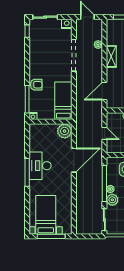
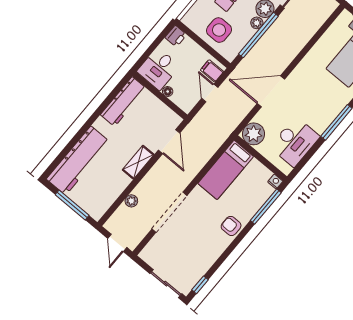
nightstand: (67, 24) -> (148, 255), removed
shelving: (111, 56) -> (138, 162), moved
armchair: (36, 85) -> (231, 226), moved
door: (104, 91) -> (169, 142), hinge flipped
filing cabinet: (113, 145) -> (212, 71), added
desk: (40, 166) -> (295, 142), moved

